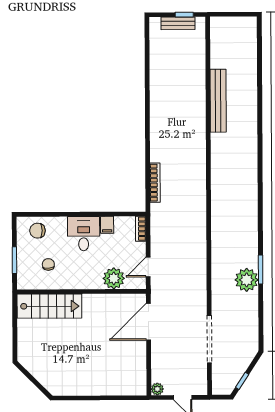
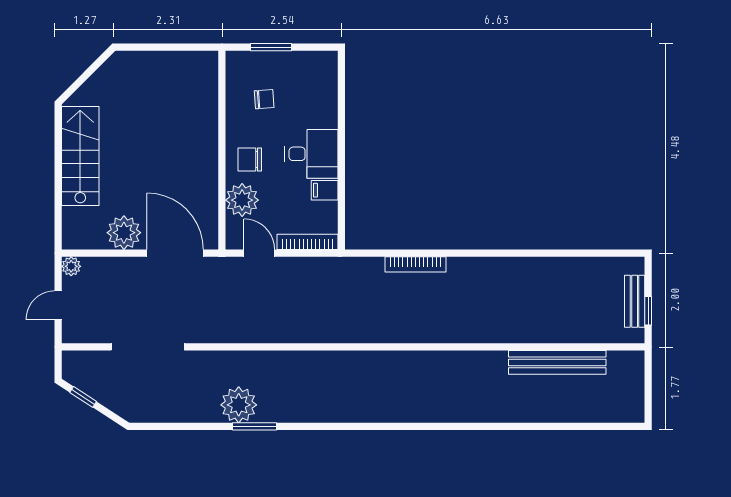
bench: (218, 101) -> (557, 362), moved
bookcase: (155, 183) -> (415, 264), moved
bookcase: (141, 229) -> (307, 242), width x1.56
chair: (37, 231) -> (250, 160), moved, turned -90
stairs: (49, 306) -> (80, 156), moved, turned 180
plant: (135, 355) -> (124, 233), added

